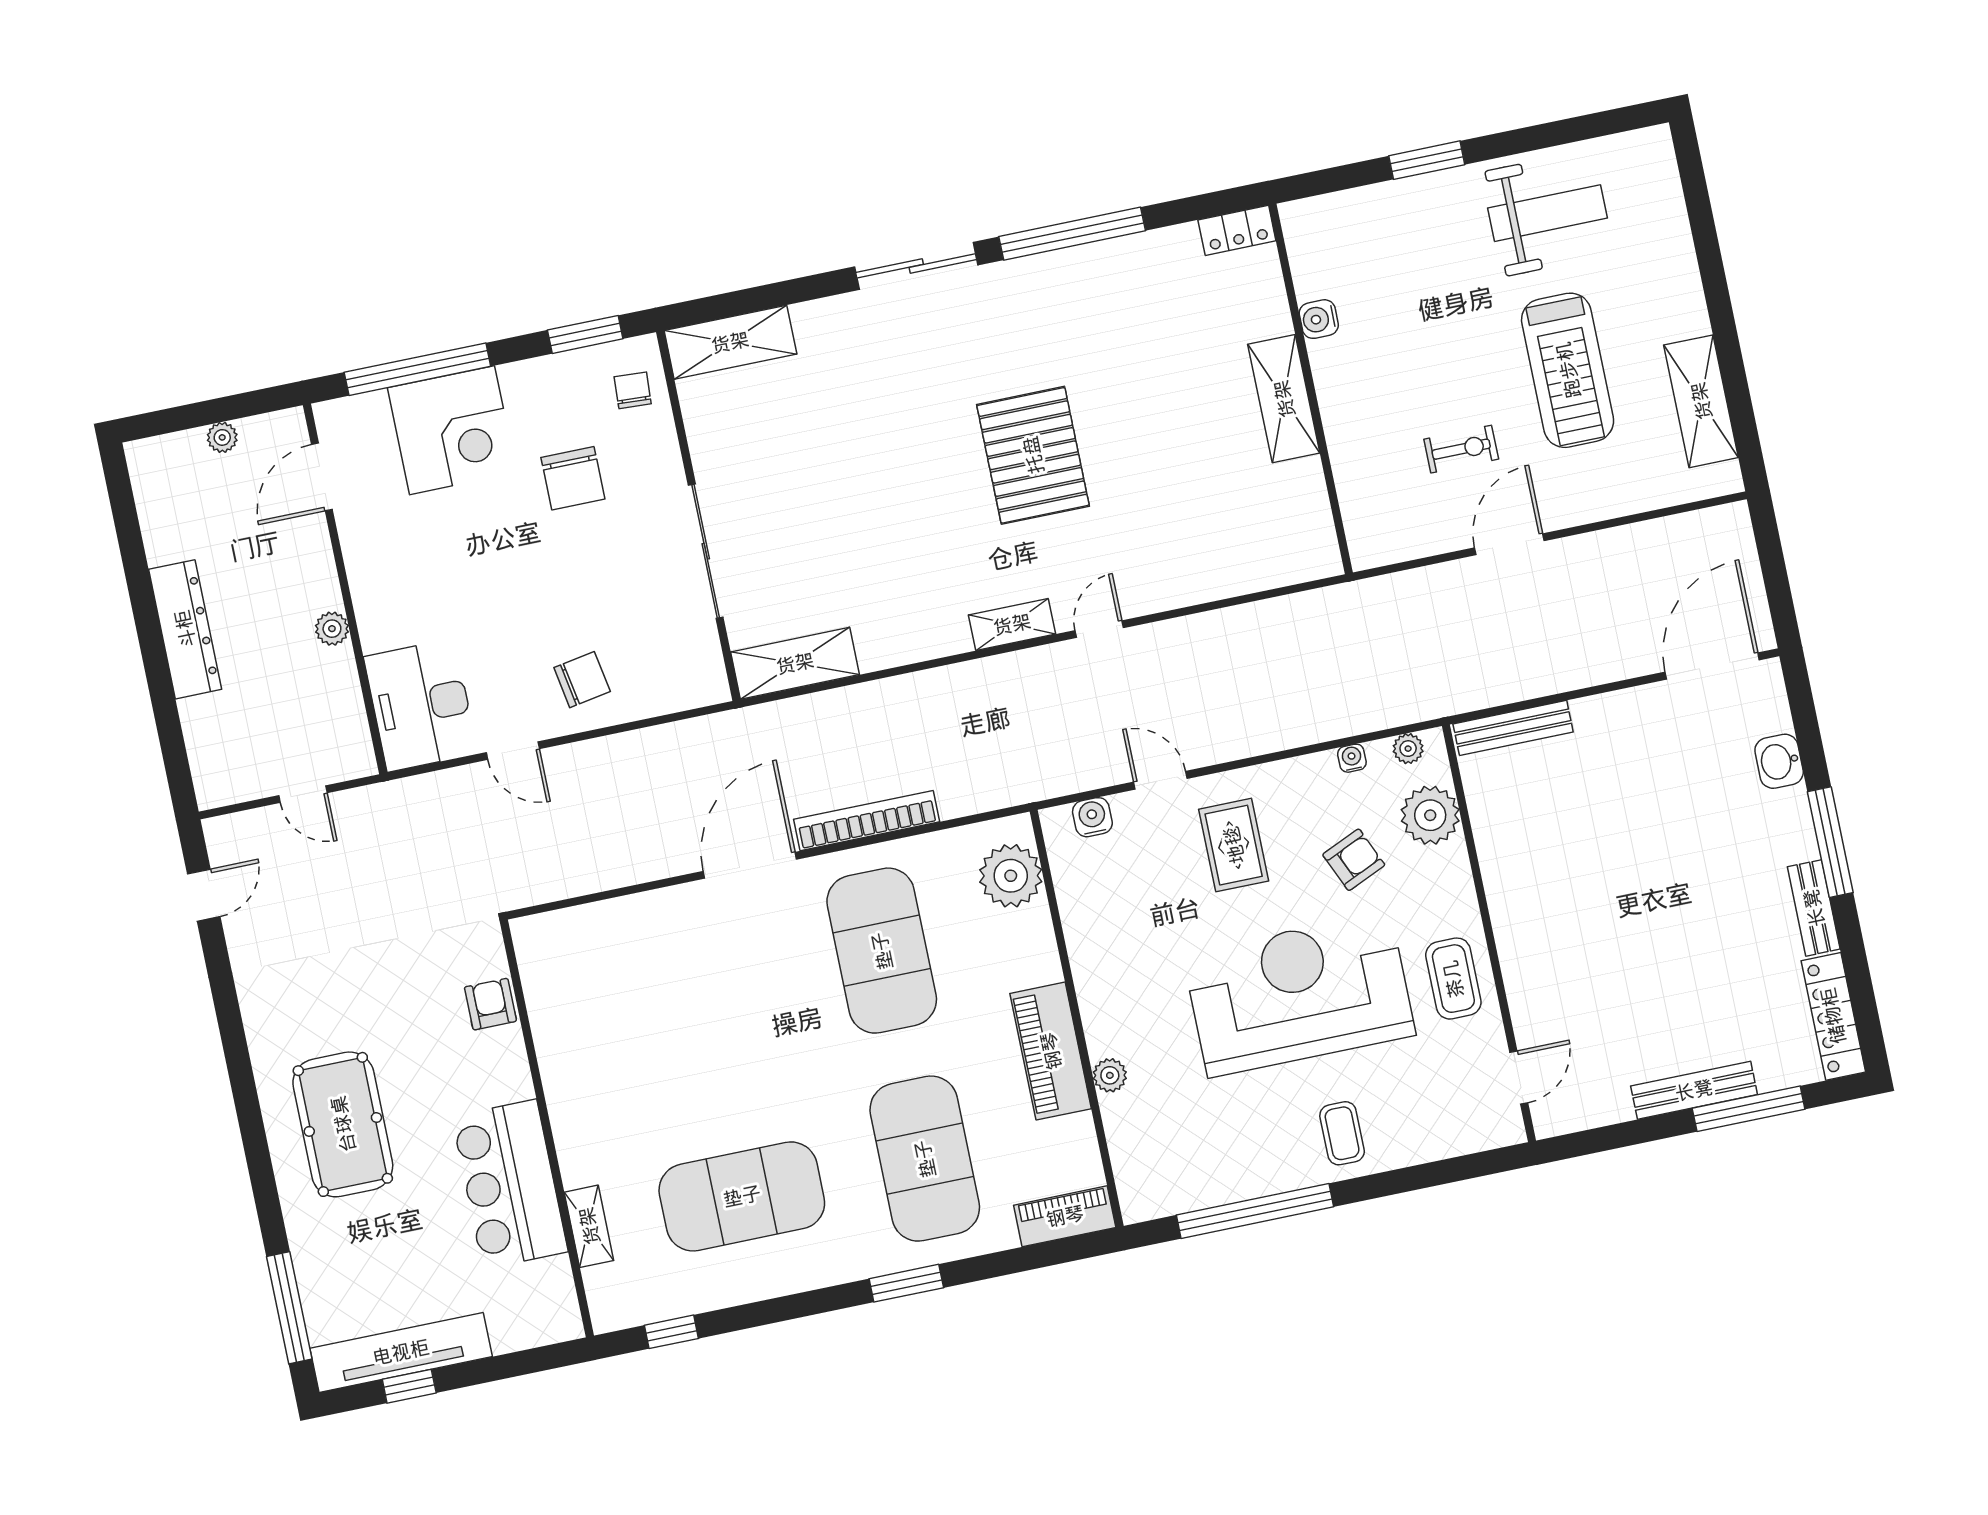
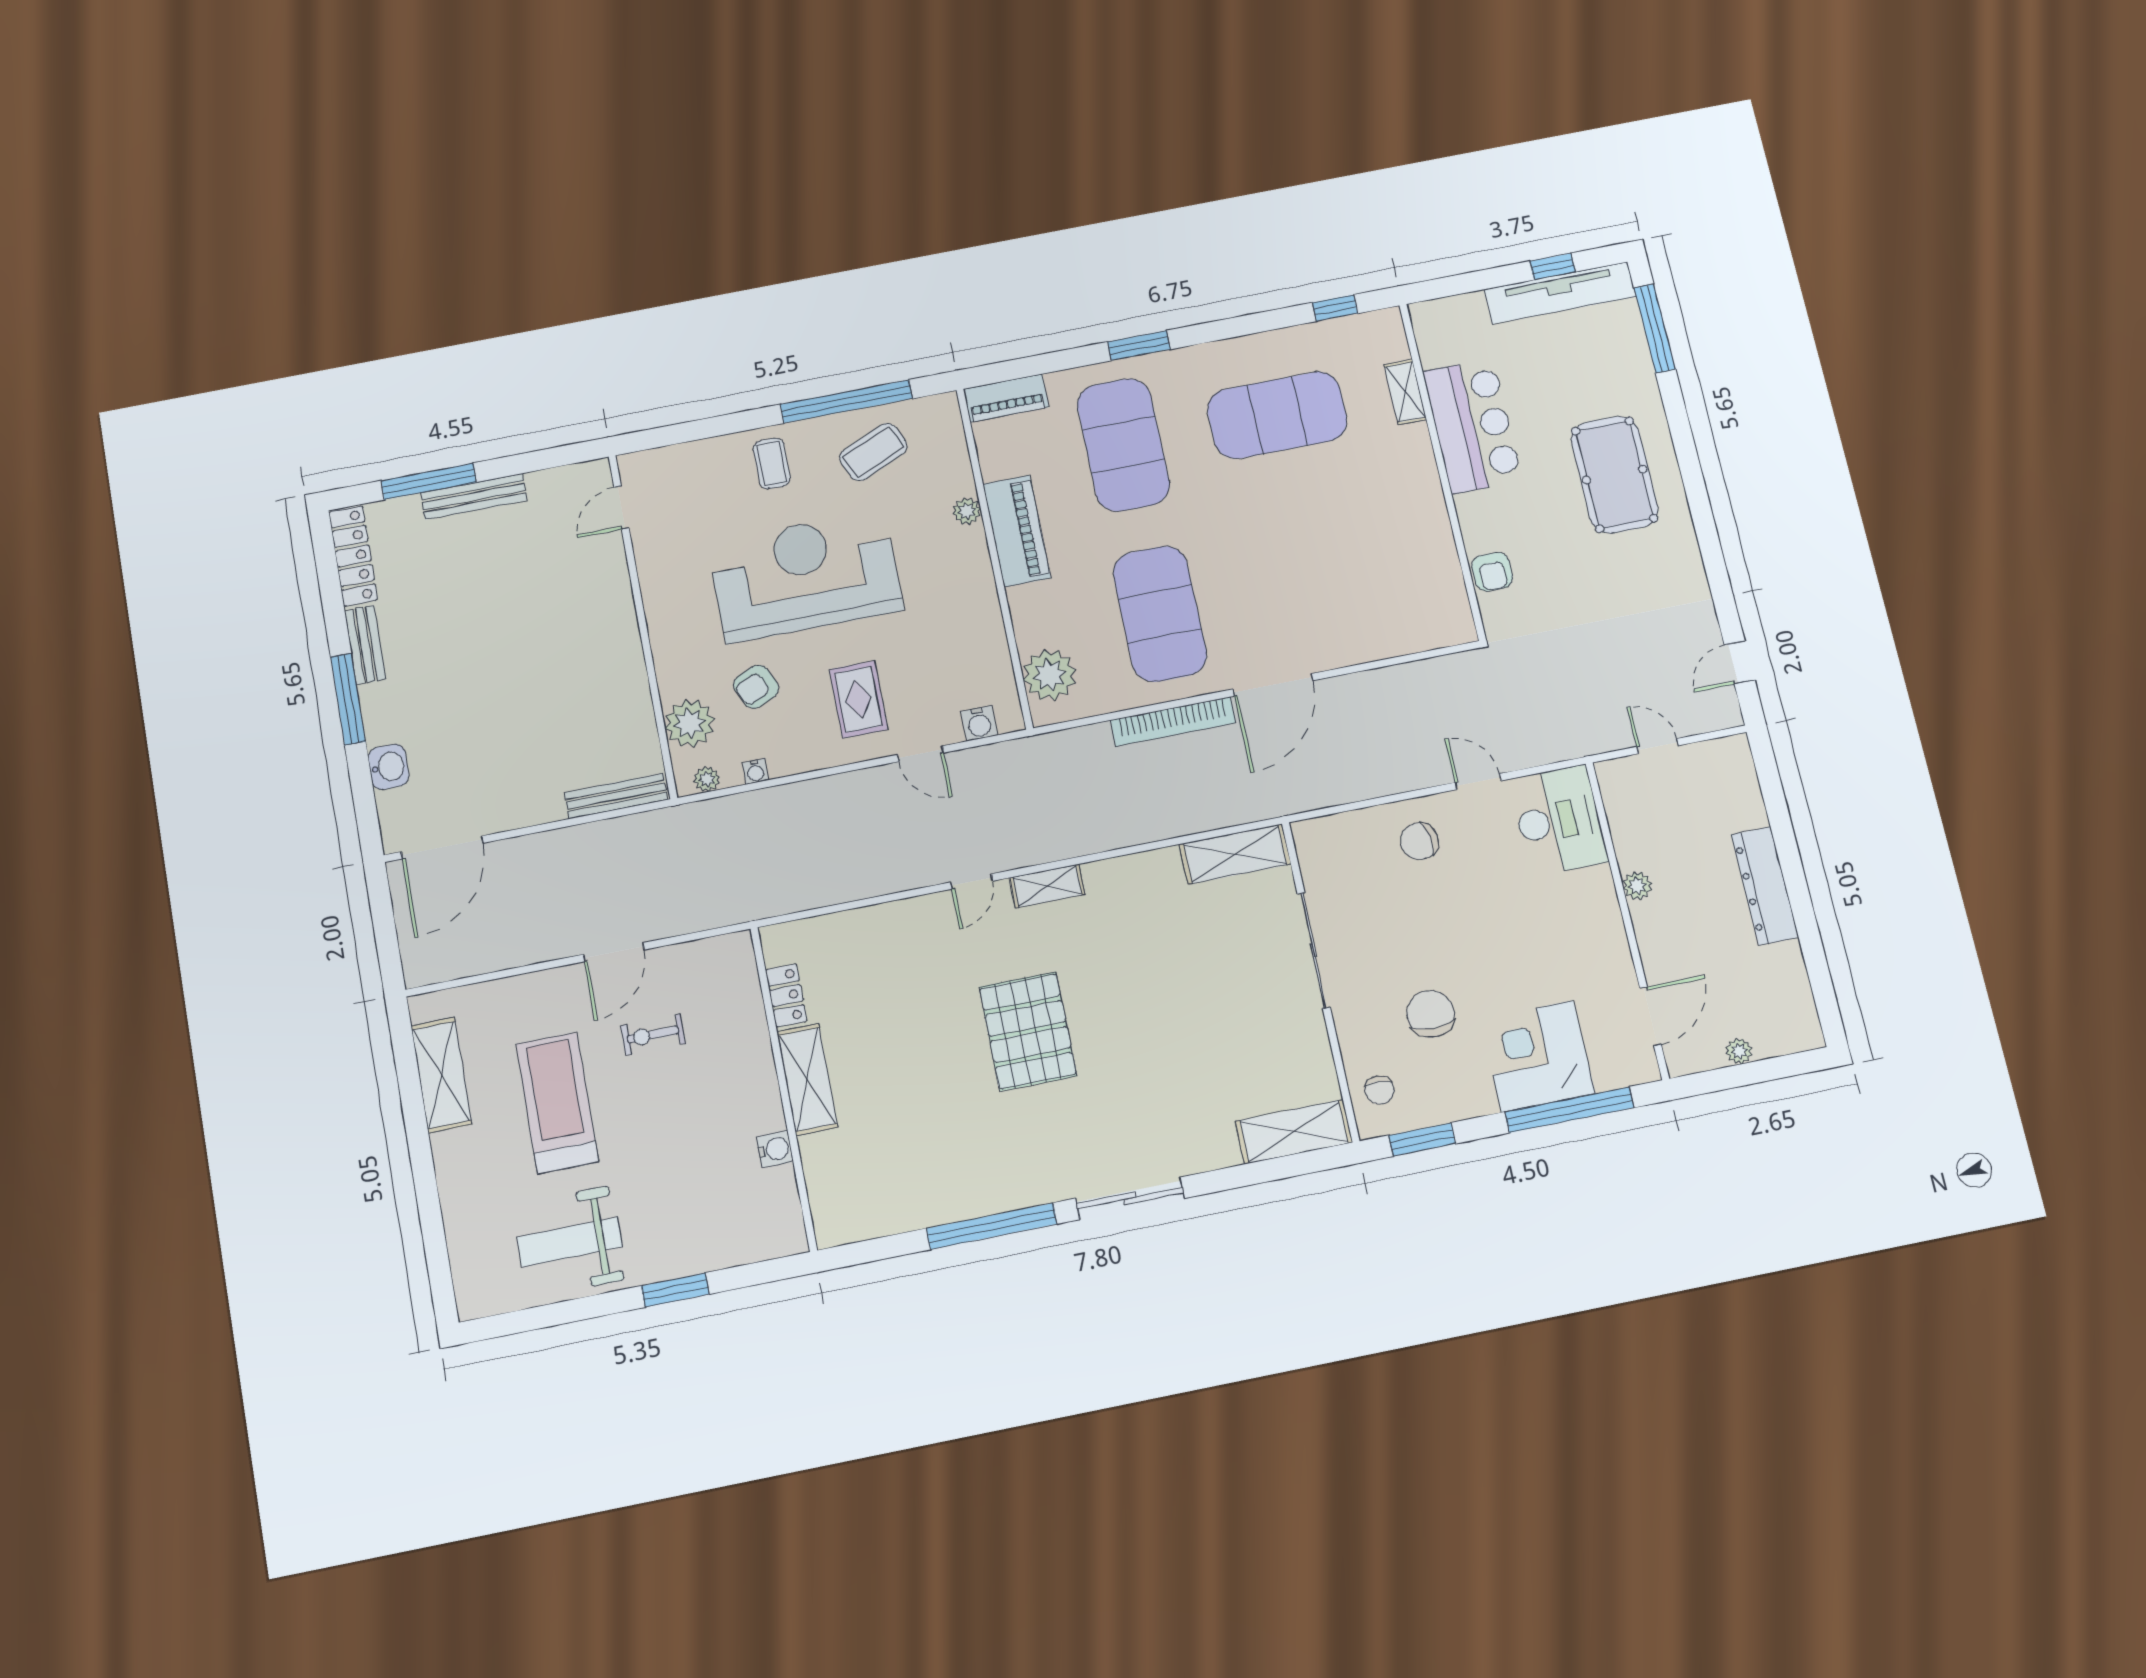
locker: (1237, 230) -> (786, 995), moved, turned 90
coffee table: (1453, 979) -> (873, 452), moved, turned 66
reception desk: (1299, 994) -> (805, 576), turned 180

